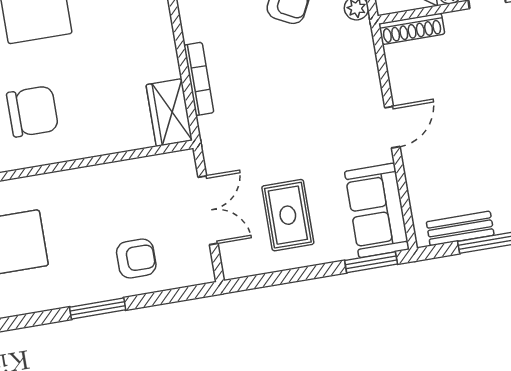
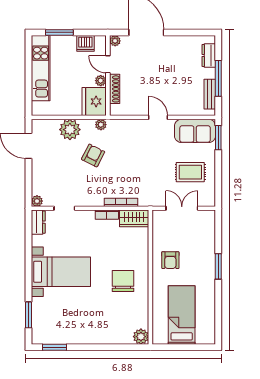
shoe rack: (412, 29) -> (115, 89), moved
bookcase: (168, 53) -> (107, 215), added
armchair: (136, 258) -> (170, 260), moved, turned 180

